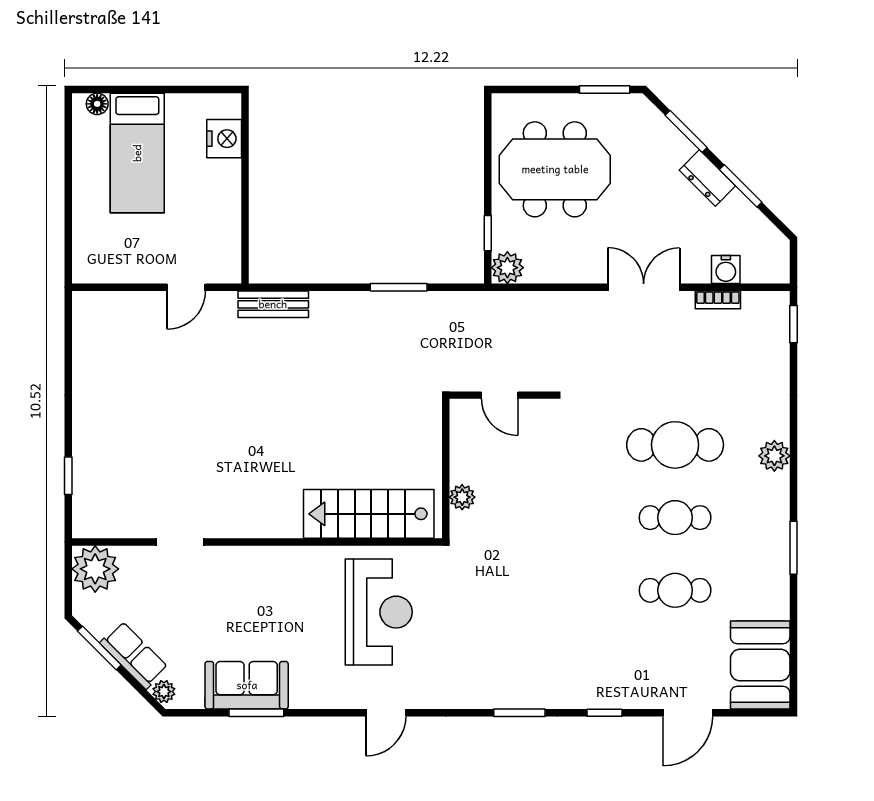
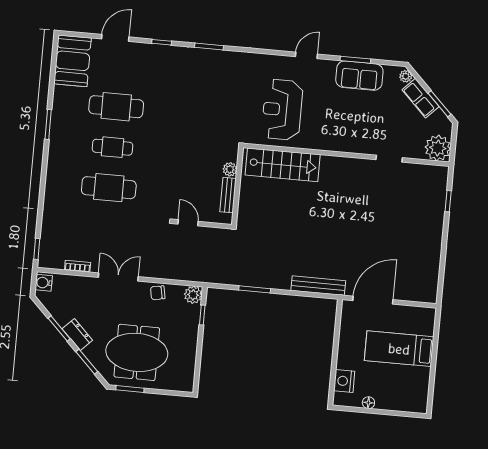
floor lamp: (97, 104) -> (368, 403), moved
bed: (137, 153) -> (399, 349), moved, turned -90
meeting table: (555, 169) -> (137, 352), moved
chair: (571, 266) -> (158, 293), added
water cooler: (726, 270) -> (44, 283), moved, turned -90
door: (186, 287) -> (373, 300), width x1.87
double door: (644, 287) -> (118, 277), swing flipped
bench: (273, 304) -> (318, 286), width x1.36
door: (500, 395) -> (188, 223), moved
bench: (461, 451) -> (228, 195), added
plant: (774, 456) -> (54, 177), removed
cafe table: (675, 590) -> (116, 107), width x1.37, depth x1.35
door: (386, 713) -> (306, 55), moved

